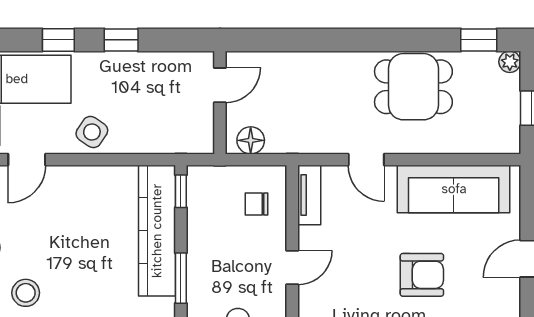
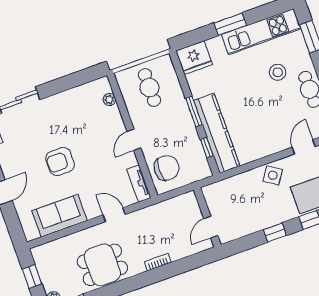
bookcase: (324, 60) -> (158, 262), added
floor lamp: (251, 140) -> (182, 202), removed
sofa: (454, 189) -> (60, 216), width x0.73
window: (181, 191) -> (207, 148), moved
chair: (256, 204) -> (167, 168), width x1.87, depth x1.87

